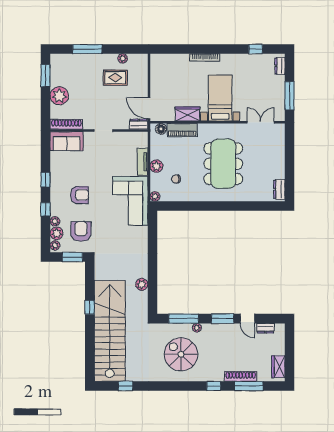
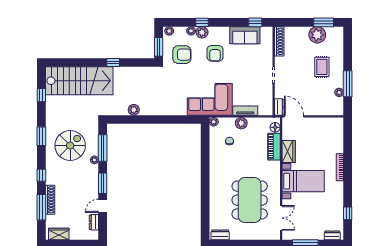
window: (87, 49) -> (348, 84), moved
rug: (115, 78) -> (322, 67), moved
plant: (59, 96) -> (317, 35), moved
door: (149, 108) -> (294, 116), hinge flipped
sofa: (67, 141) -> (245, 35), moved, turned -90
dining table: (223, 164) -> (250, 200), moved, turned 90
window: (46, 180) -> (255, 22), moved
plant: (57, 233) -> (202, 32), moved
stairs: (110, 331) -> (79, 81), width x0.73
window: (171, 386) -> (41, 136), added

